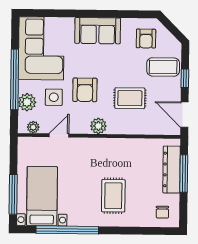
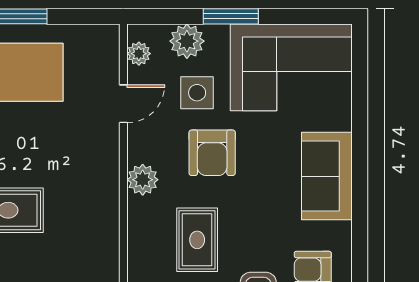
window: (15, 79) -> (231, 16), width x0.47
armchair: (85, 90) -> (212, 153), turned -90
door: (59, 135) -> (123, 104), hinge flipped

